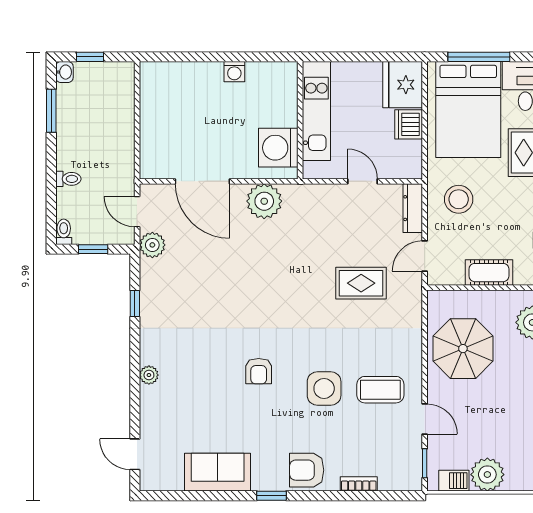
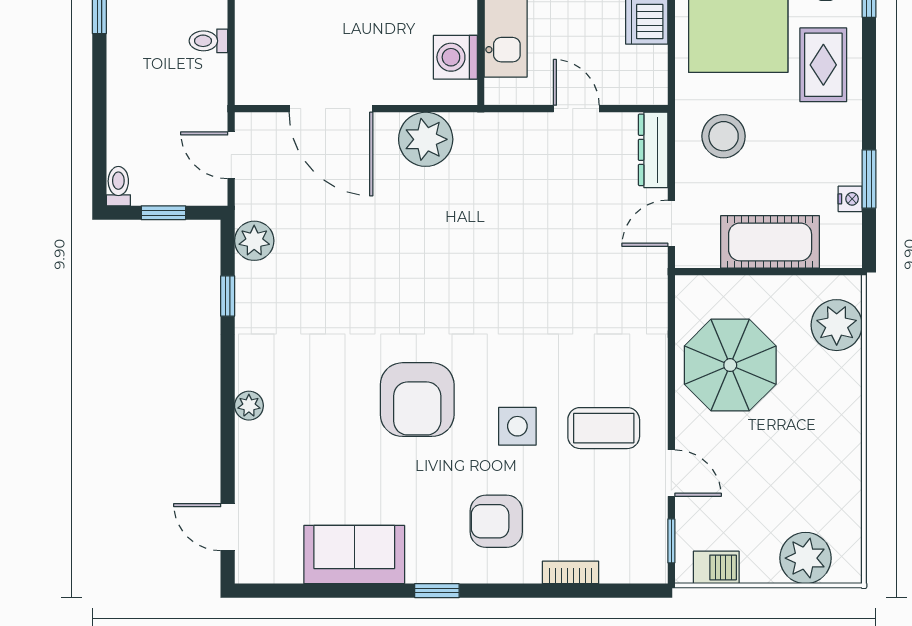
washing machine: (278, 148) -> (455, 57), width x0.73, depth x0.73
toilet: (68, 179) -> (208, 41), moved, turned 180
plant: (152, 245) -> (254, 241), moved
cot: (489, 273) -> (770, 242), width x1.37, depth x1.34
rug: (361, 283) -> (574, 265), removed
armchair: (259, 371) -> (417, 400), width x1.88, depth x1.88
side table: (324, 388) -> (517, 426), width x0.73, depth x0.73
armchair: (307, 470) -> (496, 521), moved
plant: (487, 475) -> (806, 558), moved

